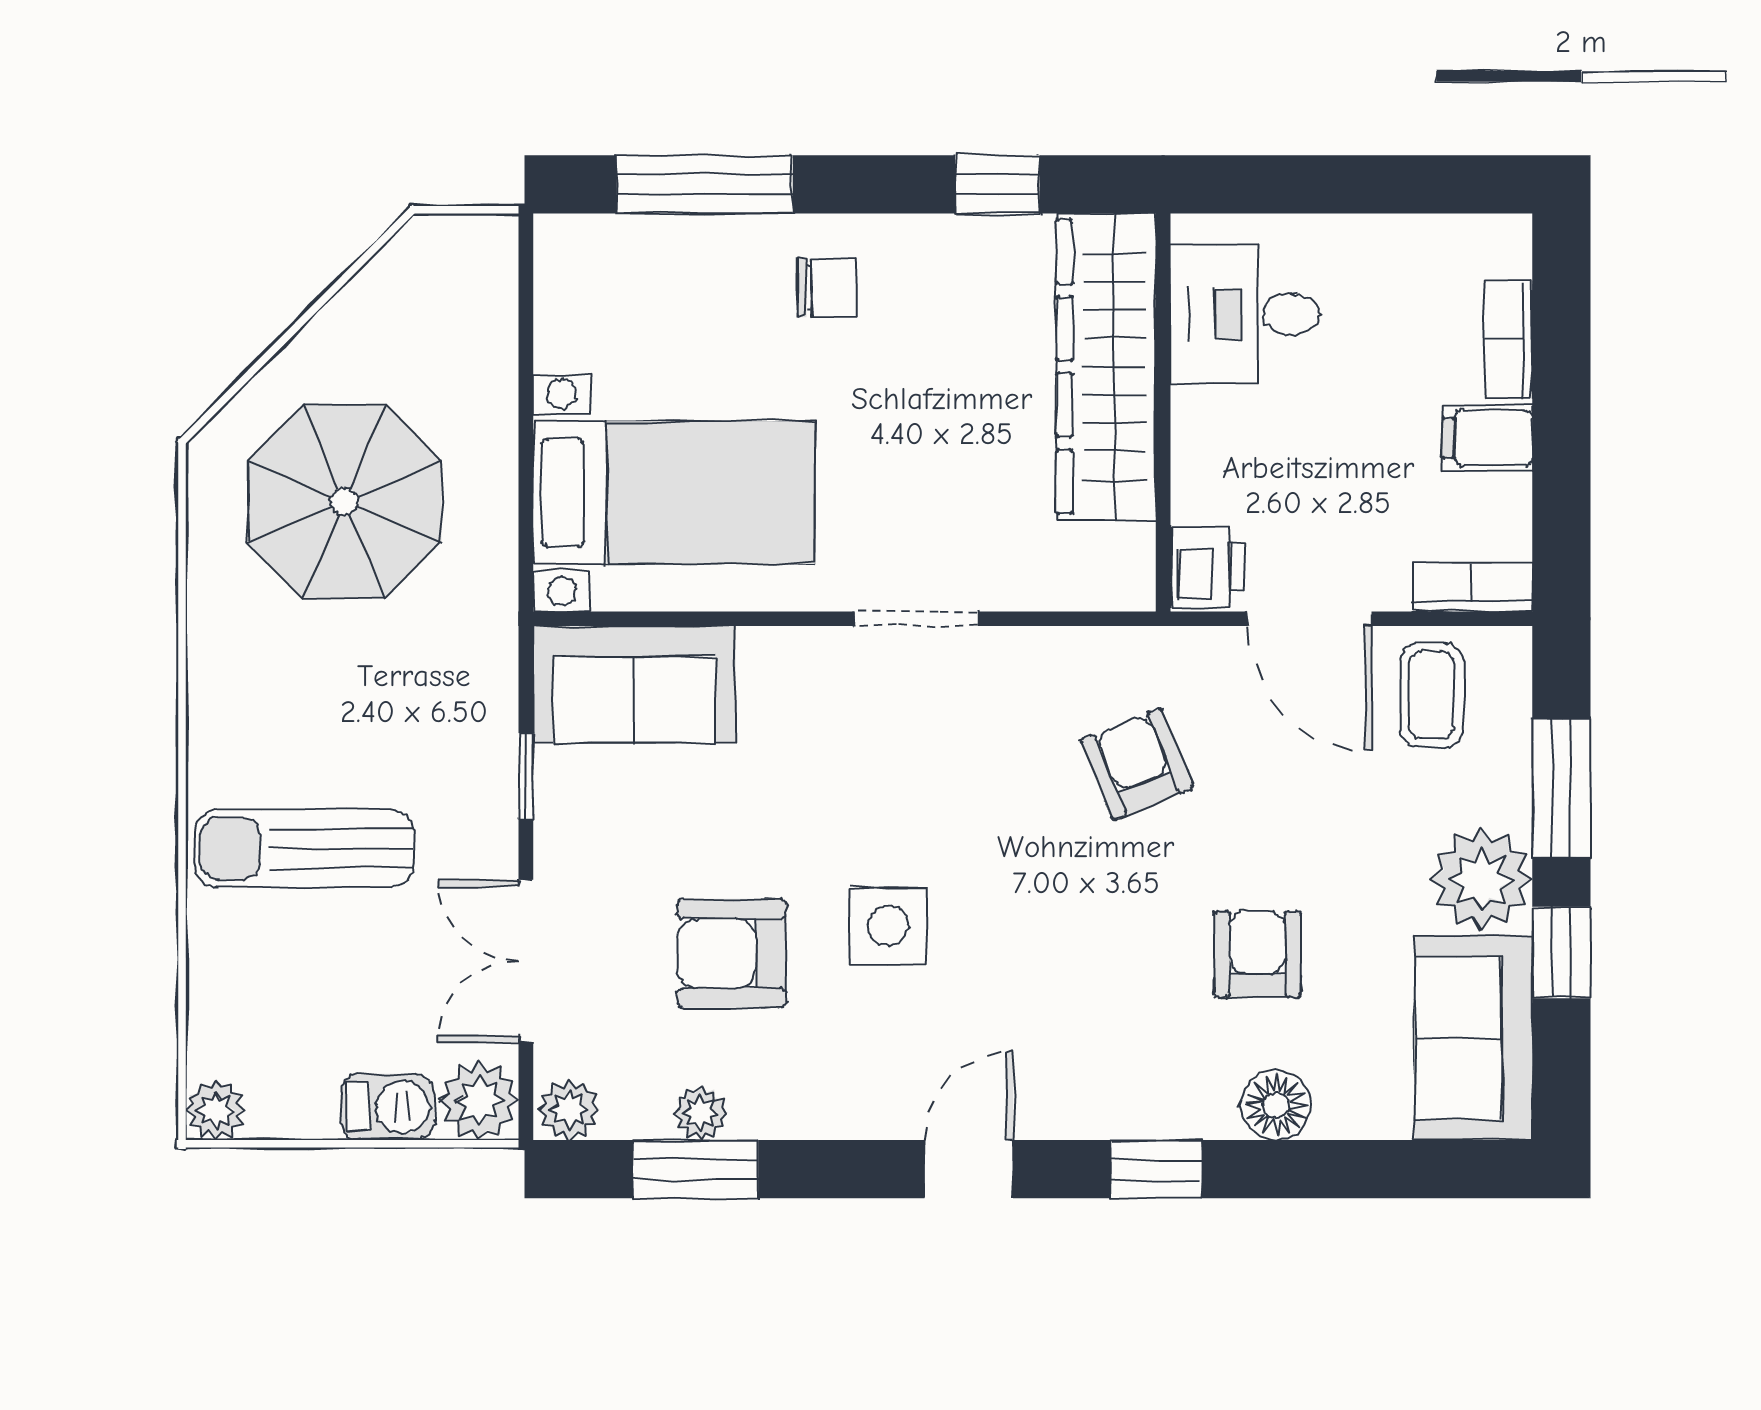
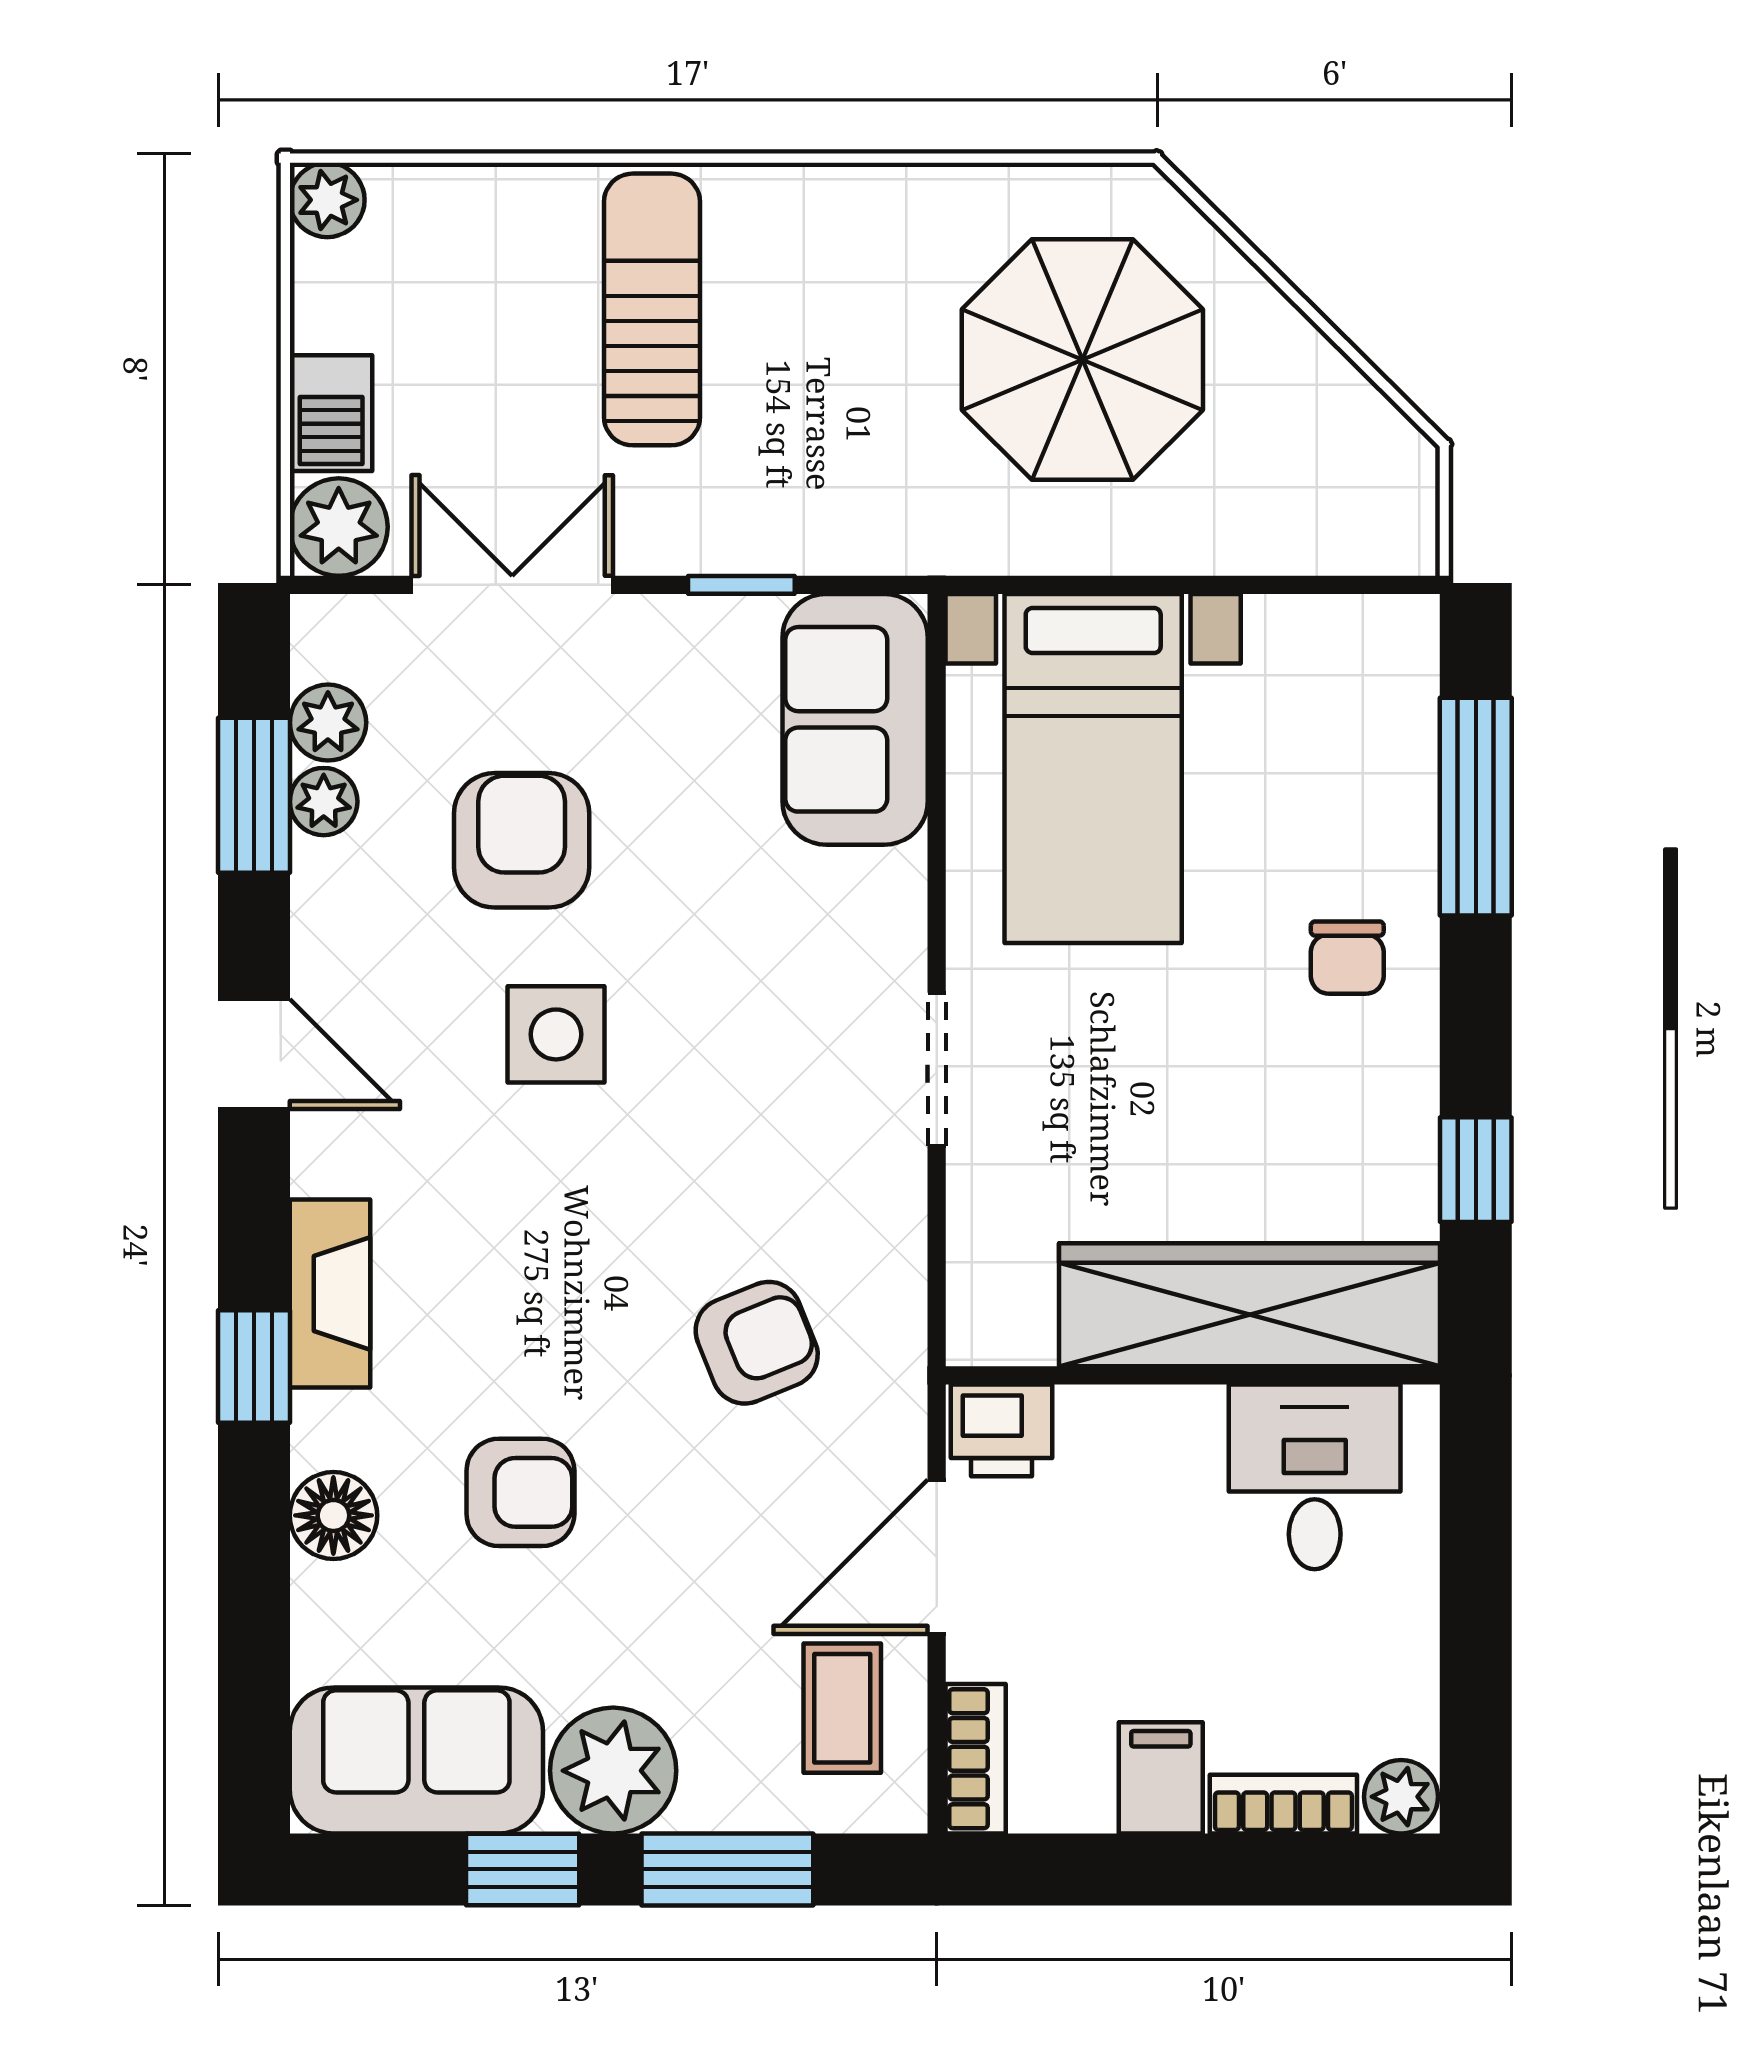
plant: (1503, 244) -> (1401, 1797), added
coffee table: (1431, 695) -> (842, 1708), turned 90
fireplace: (1097, 1108) -> (330, 1293), added
plant: (569, 1109) -> (328, 723), moved
door: (969, 1169) -> (254, 1054), moved

